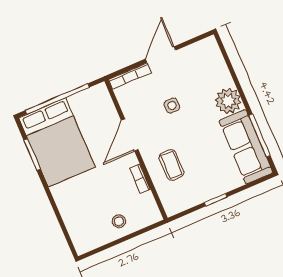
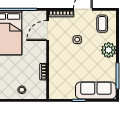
door: (130, 135) -> (48, 30), moved
sofa: (246, 147) -> (96, 91), moved, turned 90
coffee table: (171, 165) -> (102, 24), moved

